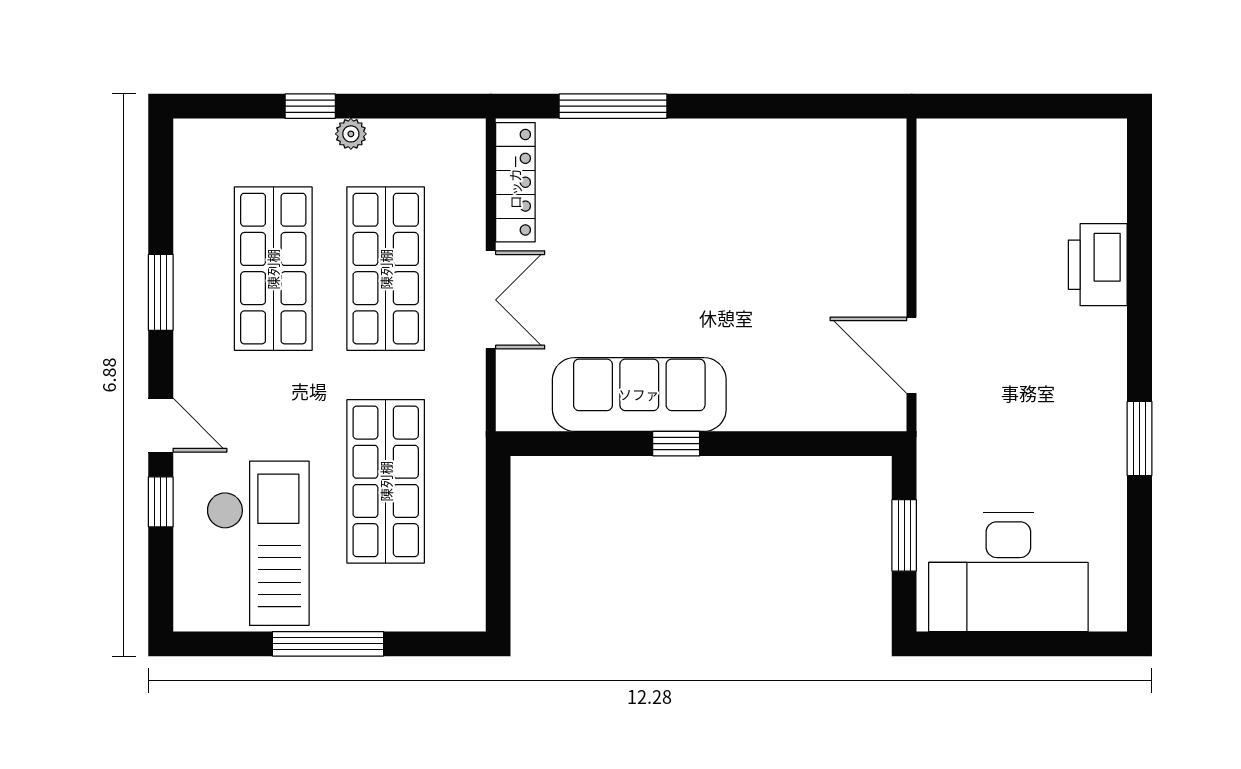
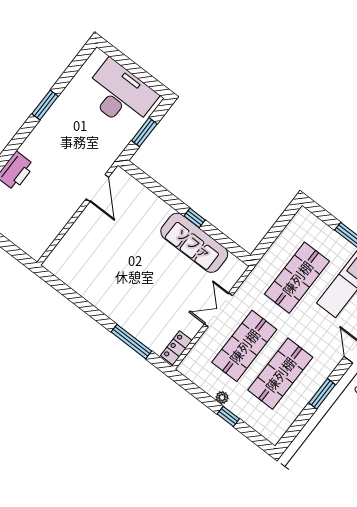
locker: (515, 182) -> (176, 348), width x0.66

